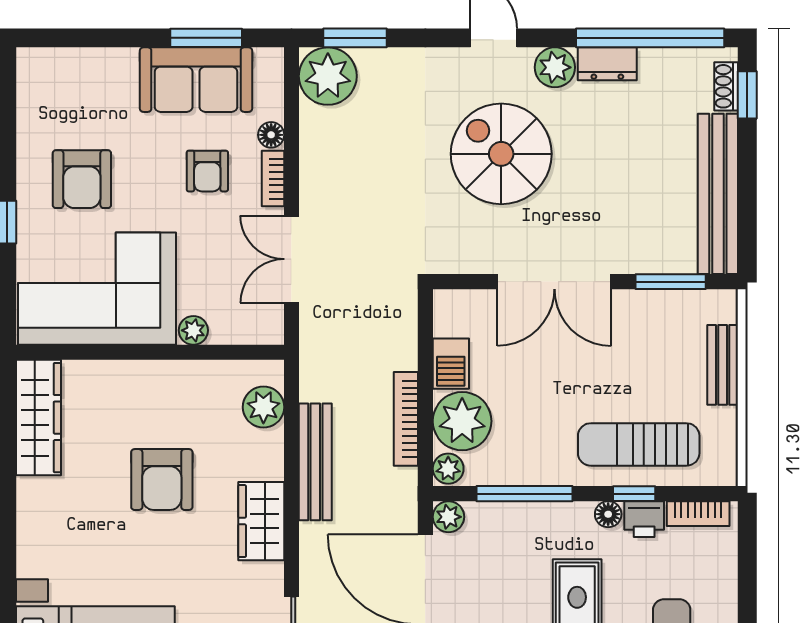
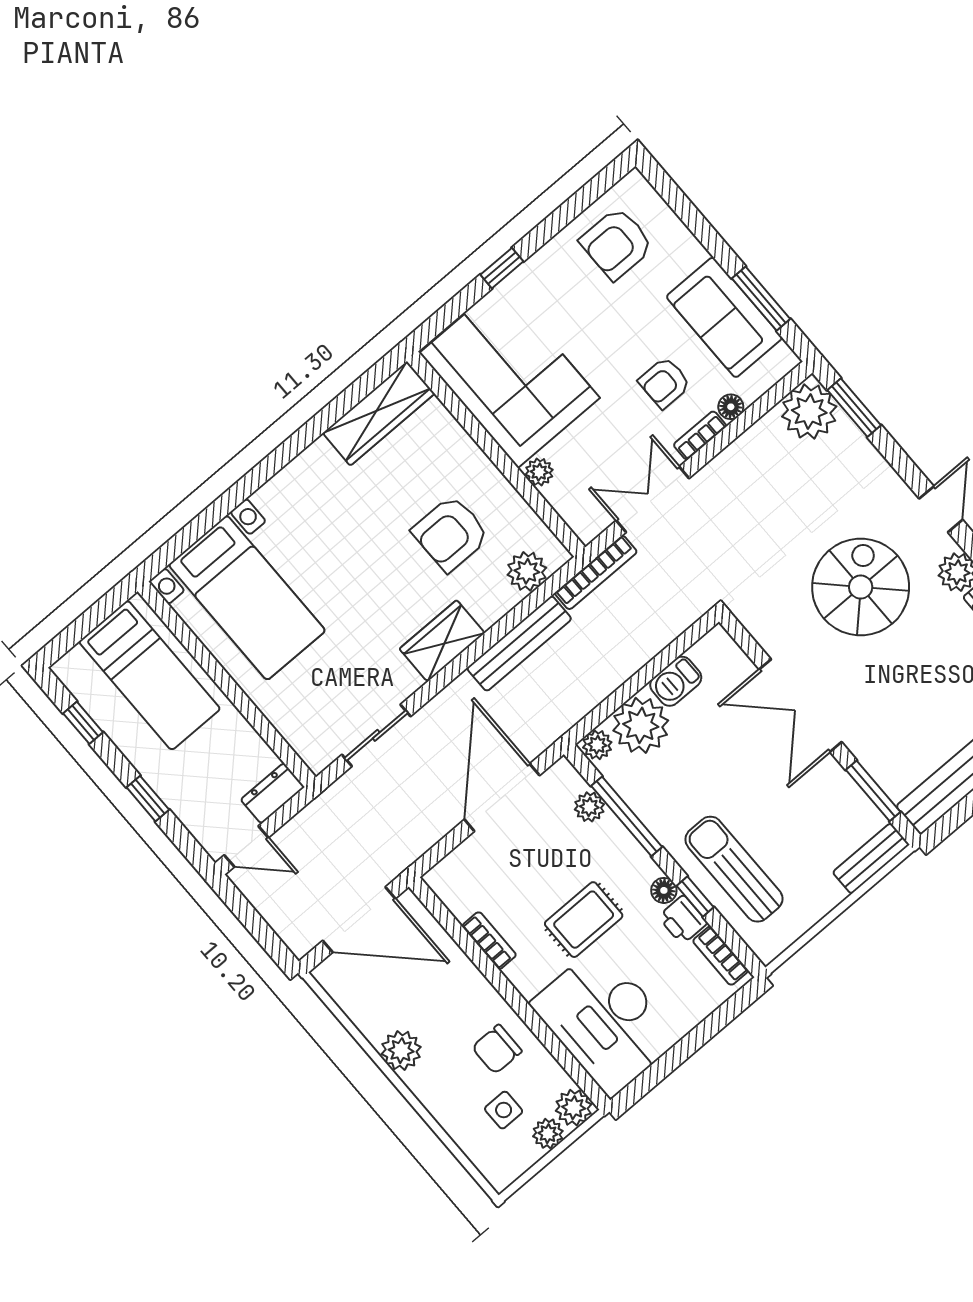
armchair: (82, 179) -> (617, 244), moved
bench: (723, 365) -> (871, 858), moved
bookcase: (406, 419) -> (596, 572), moved, turned 180
armchair: (162, 480) -> (451, 534), moved
plant: (449, 517) -> (589, 807), moved

